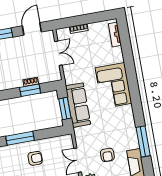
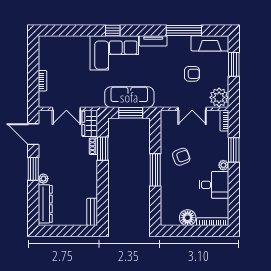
tv unit: (115, 34) -> (153, 41), moved
double door: (58, 53) -> (66, 109), swing flipped
wardrobe: (50, 75) -> (90, 123), added
window: (132, 81) -> (113, 31), added
armchair: (35, 158) -> (181, 157), turned 70

